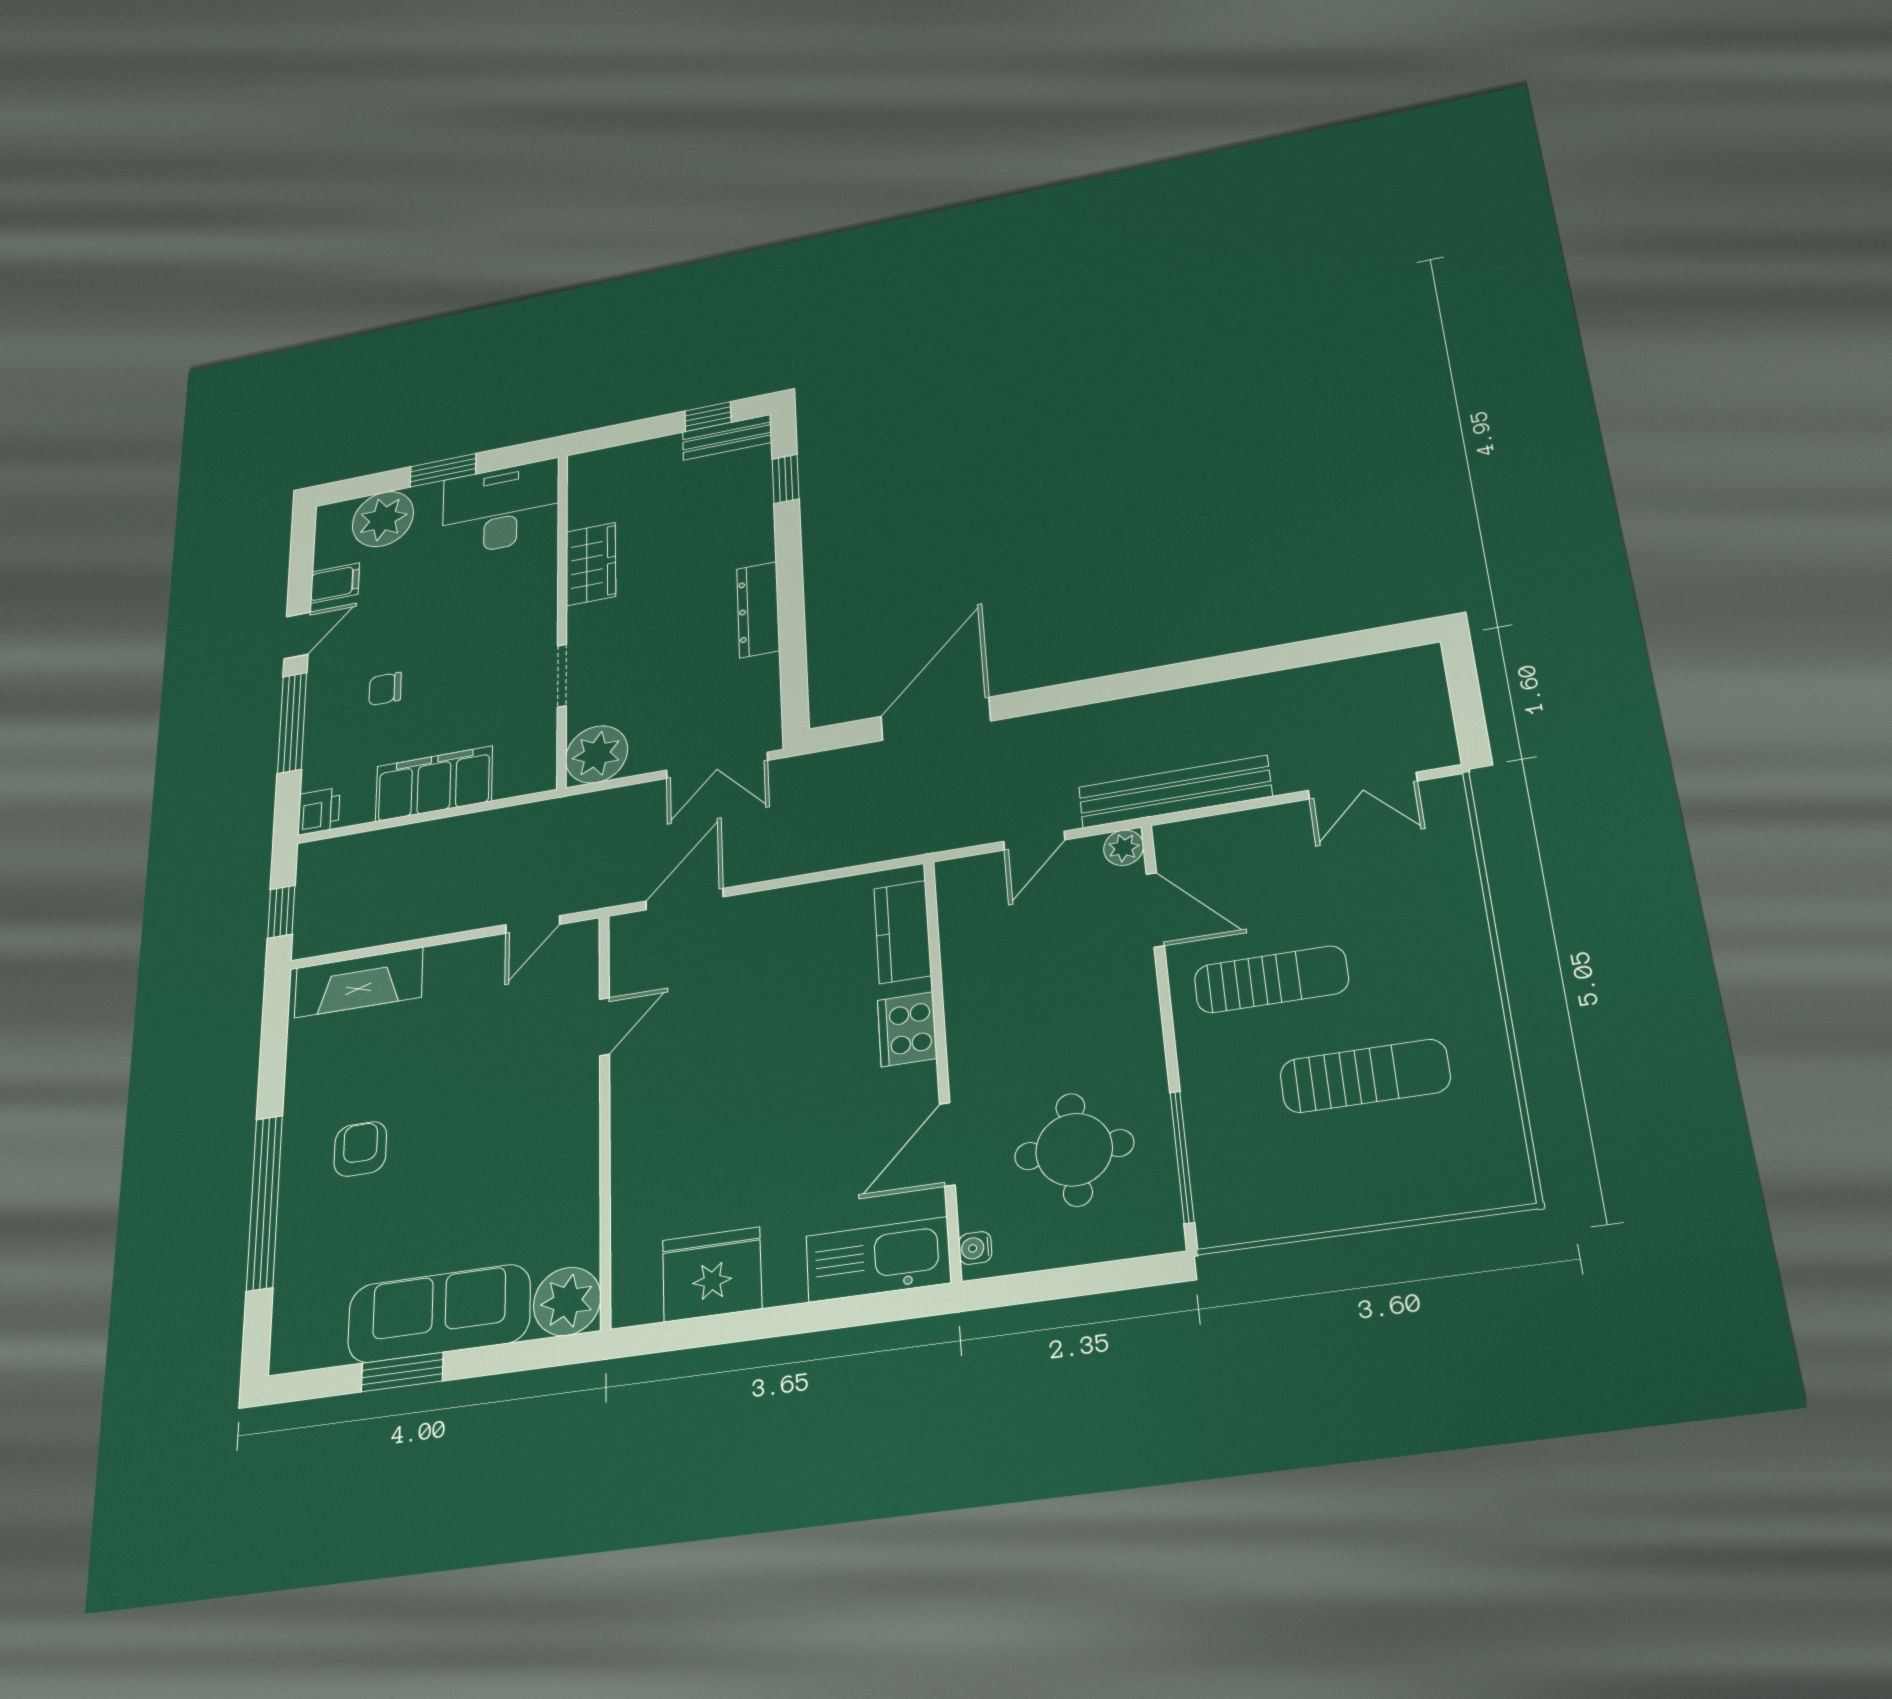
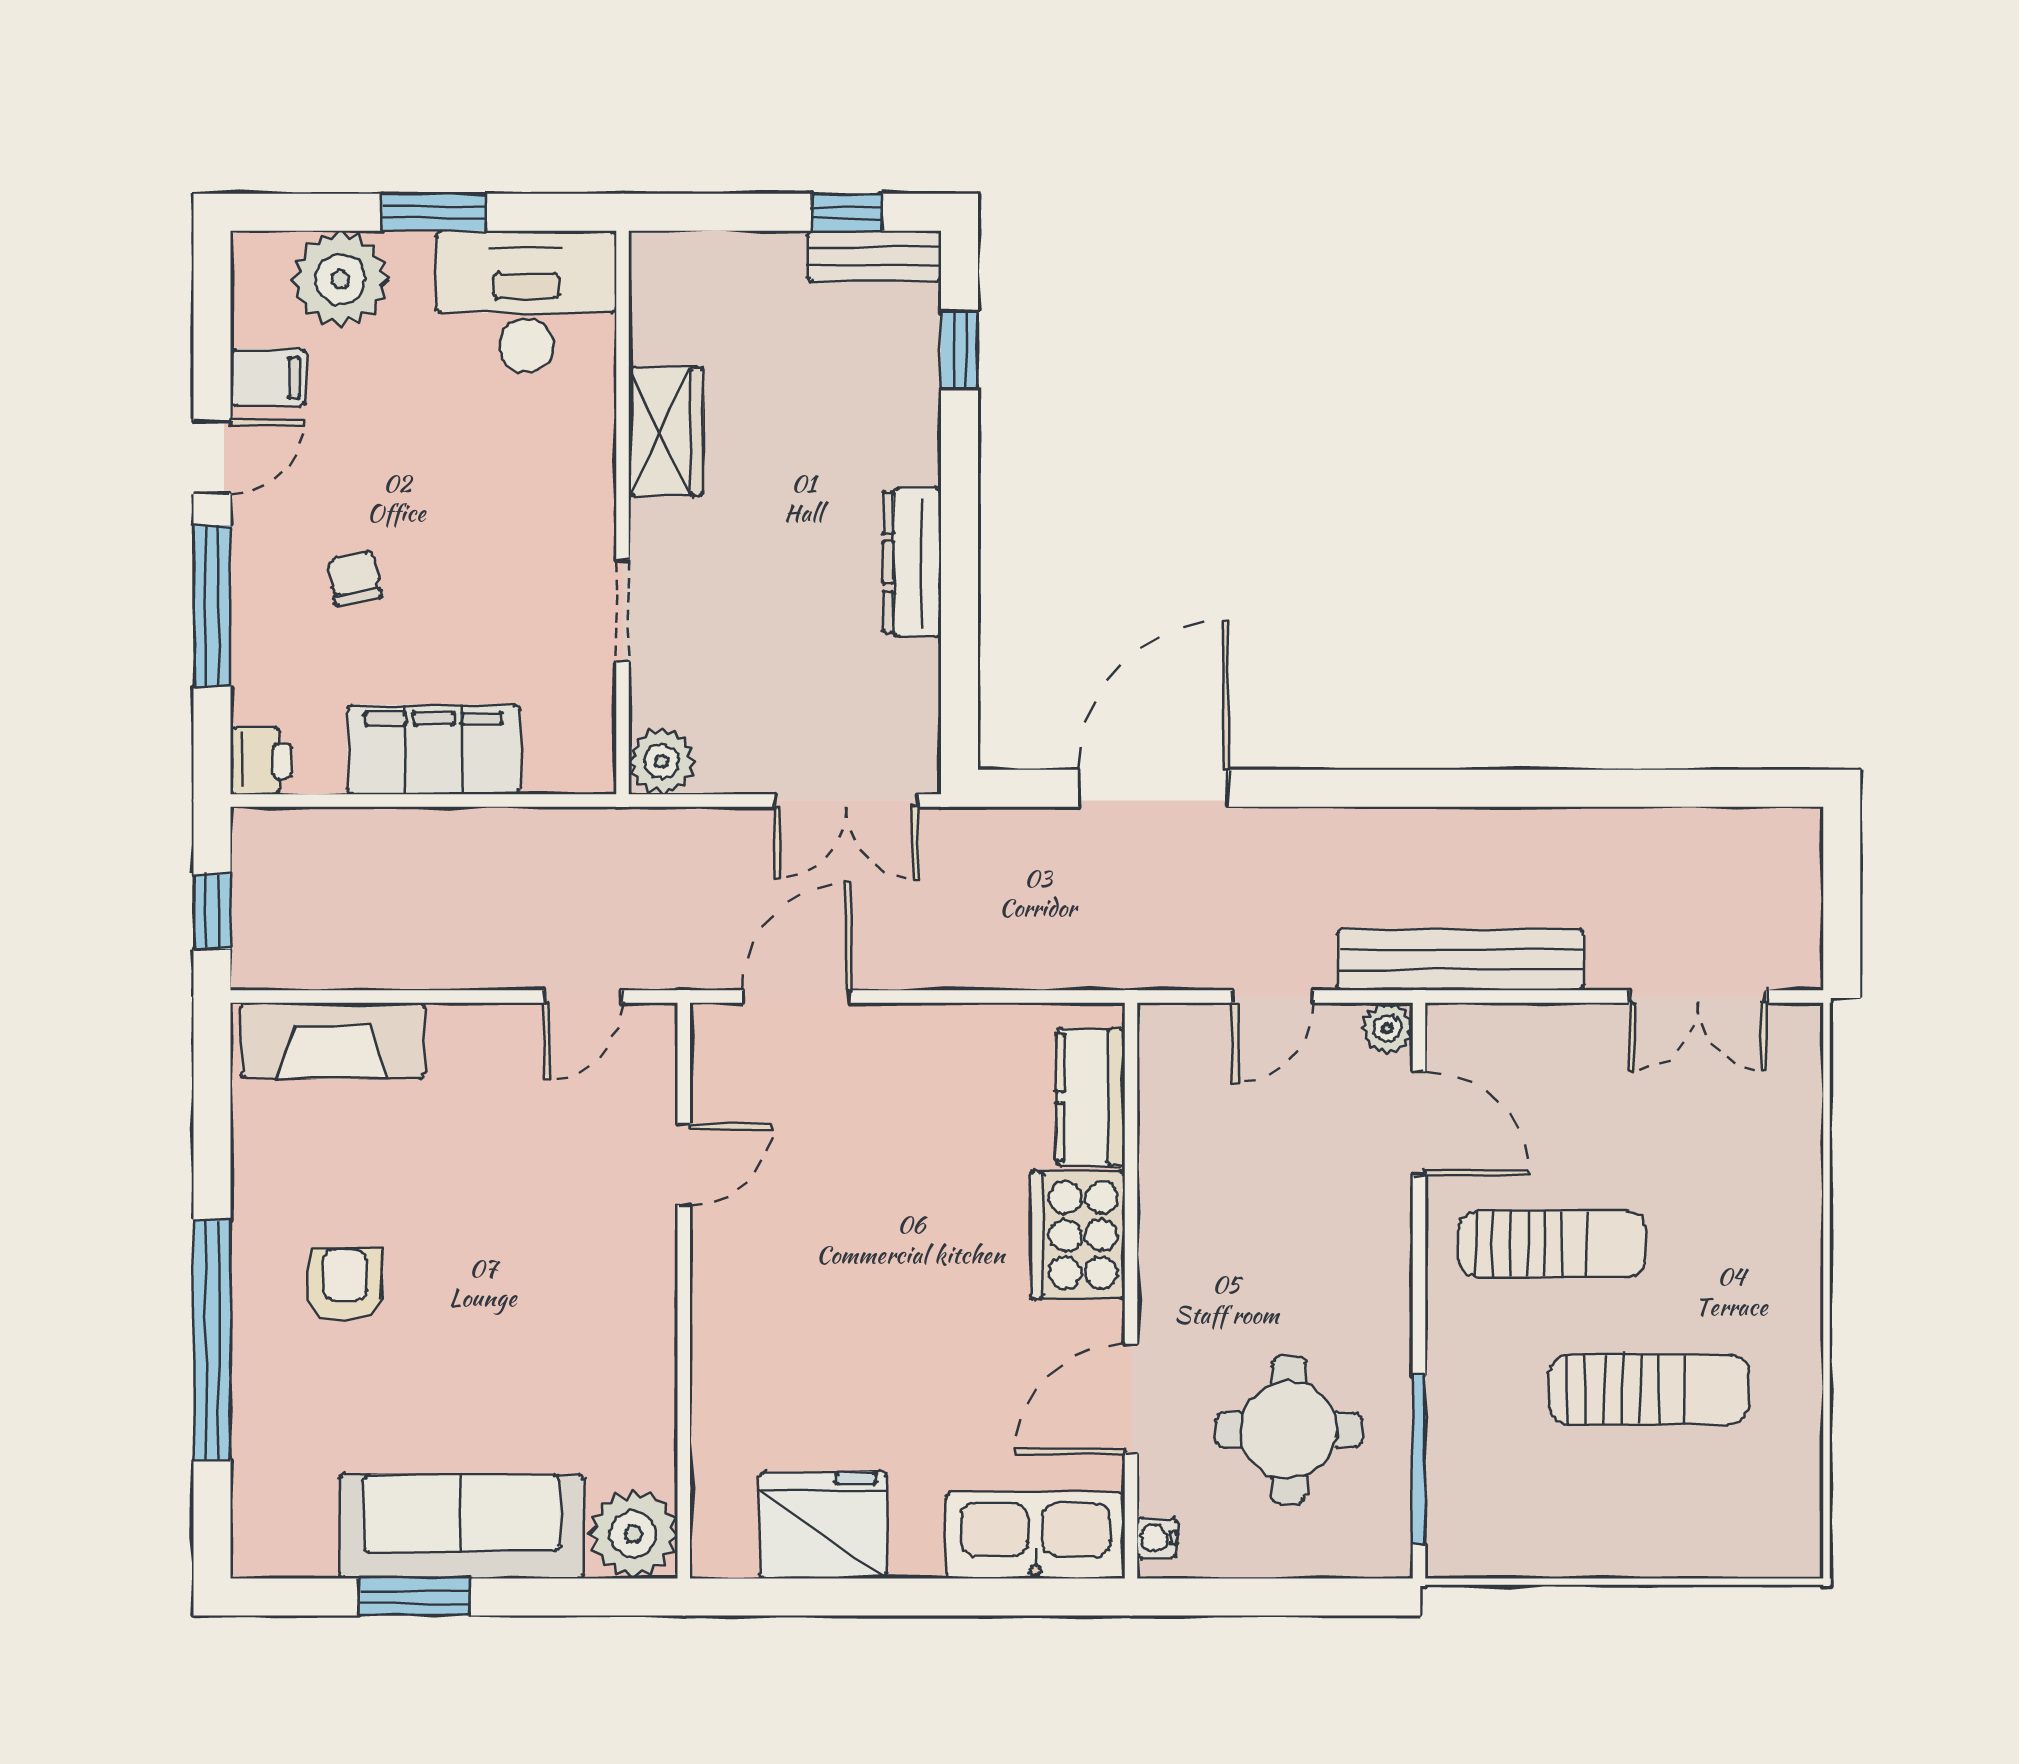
chair: (385, 689) -> (354, 578), turned 80
plant: (597, 754) -> (662, 761), width x0.73, depth x0.73
cooker: (907, 1029) -> (1078, 1235), width x1.37, depth x1.31

